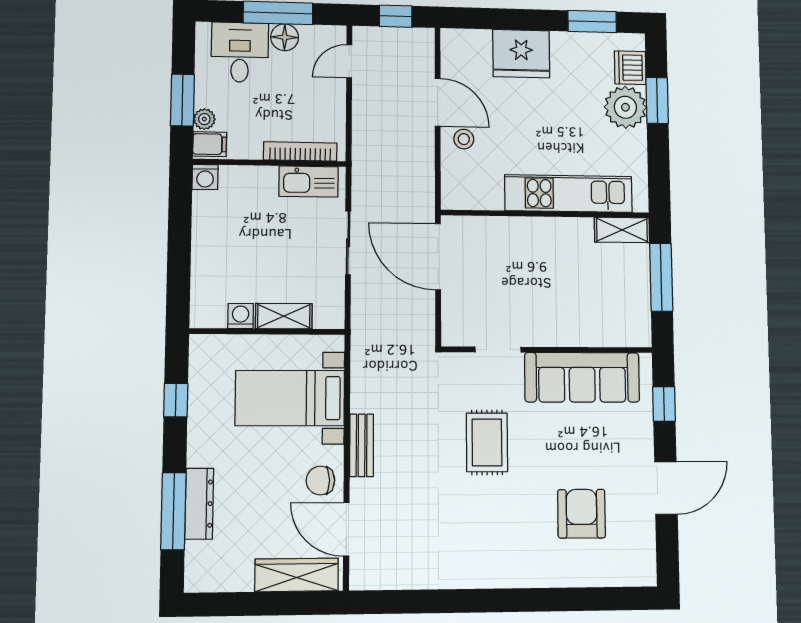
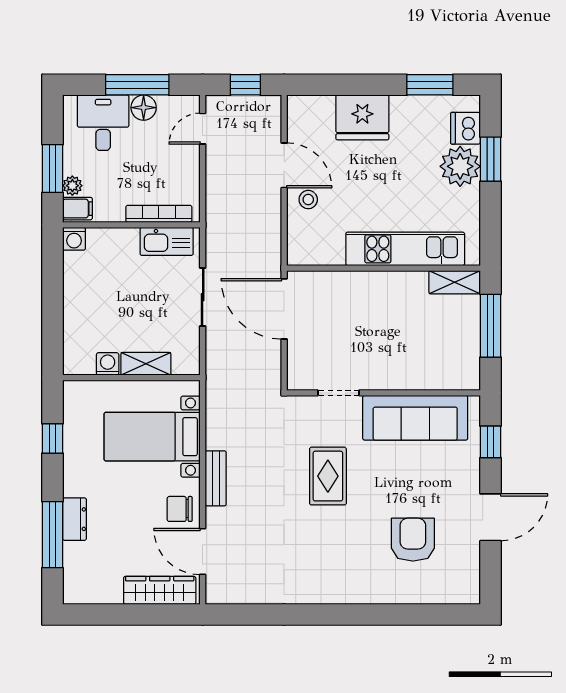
dresser: (199, 504) -> (75, 519), width x0.70

